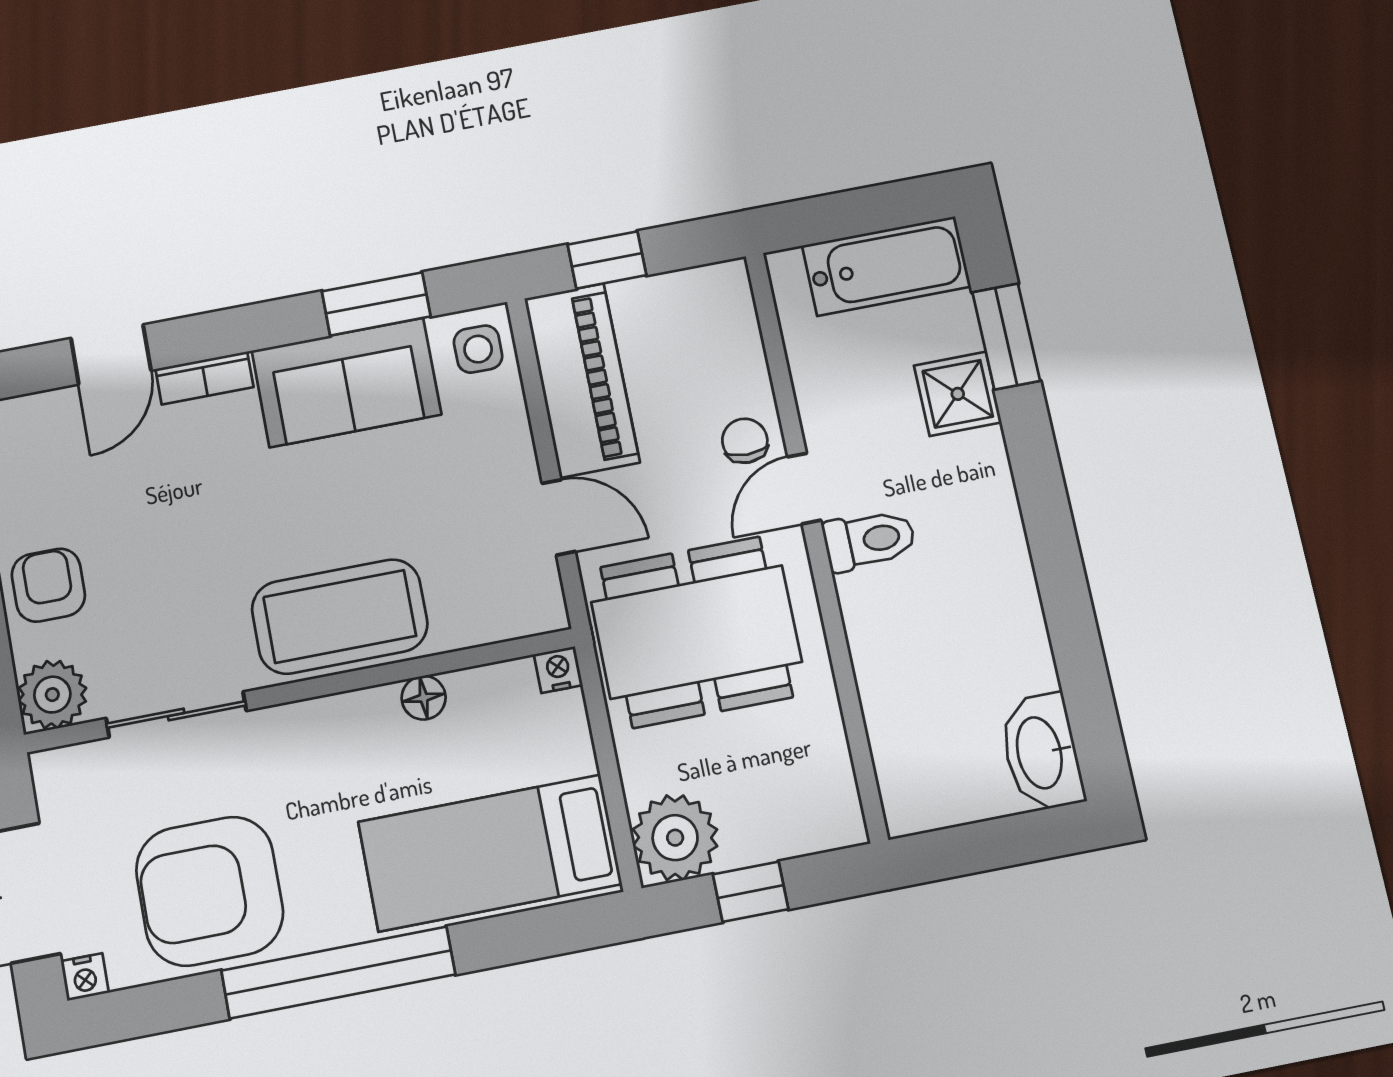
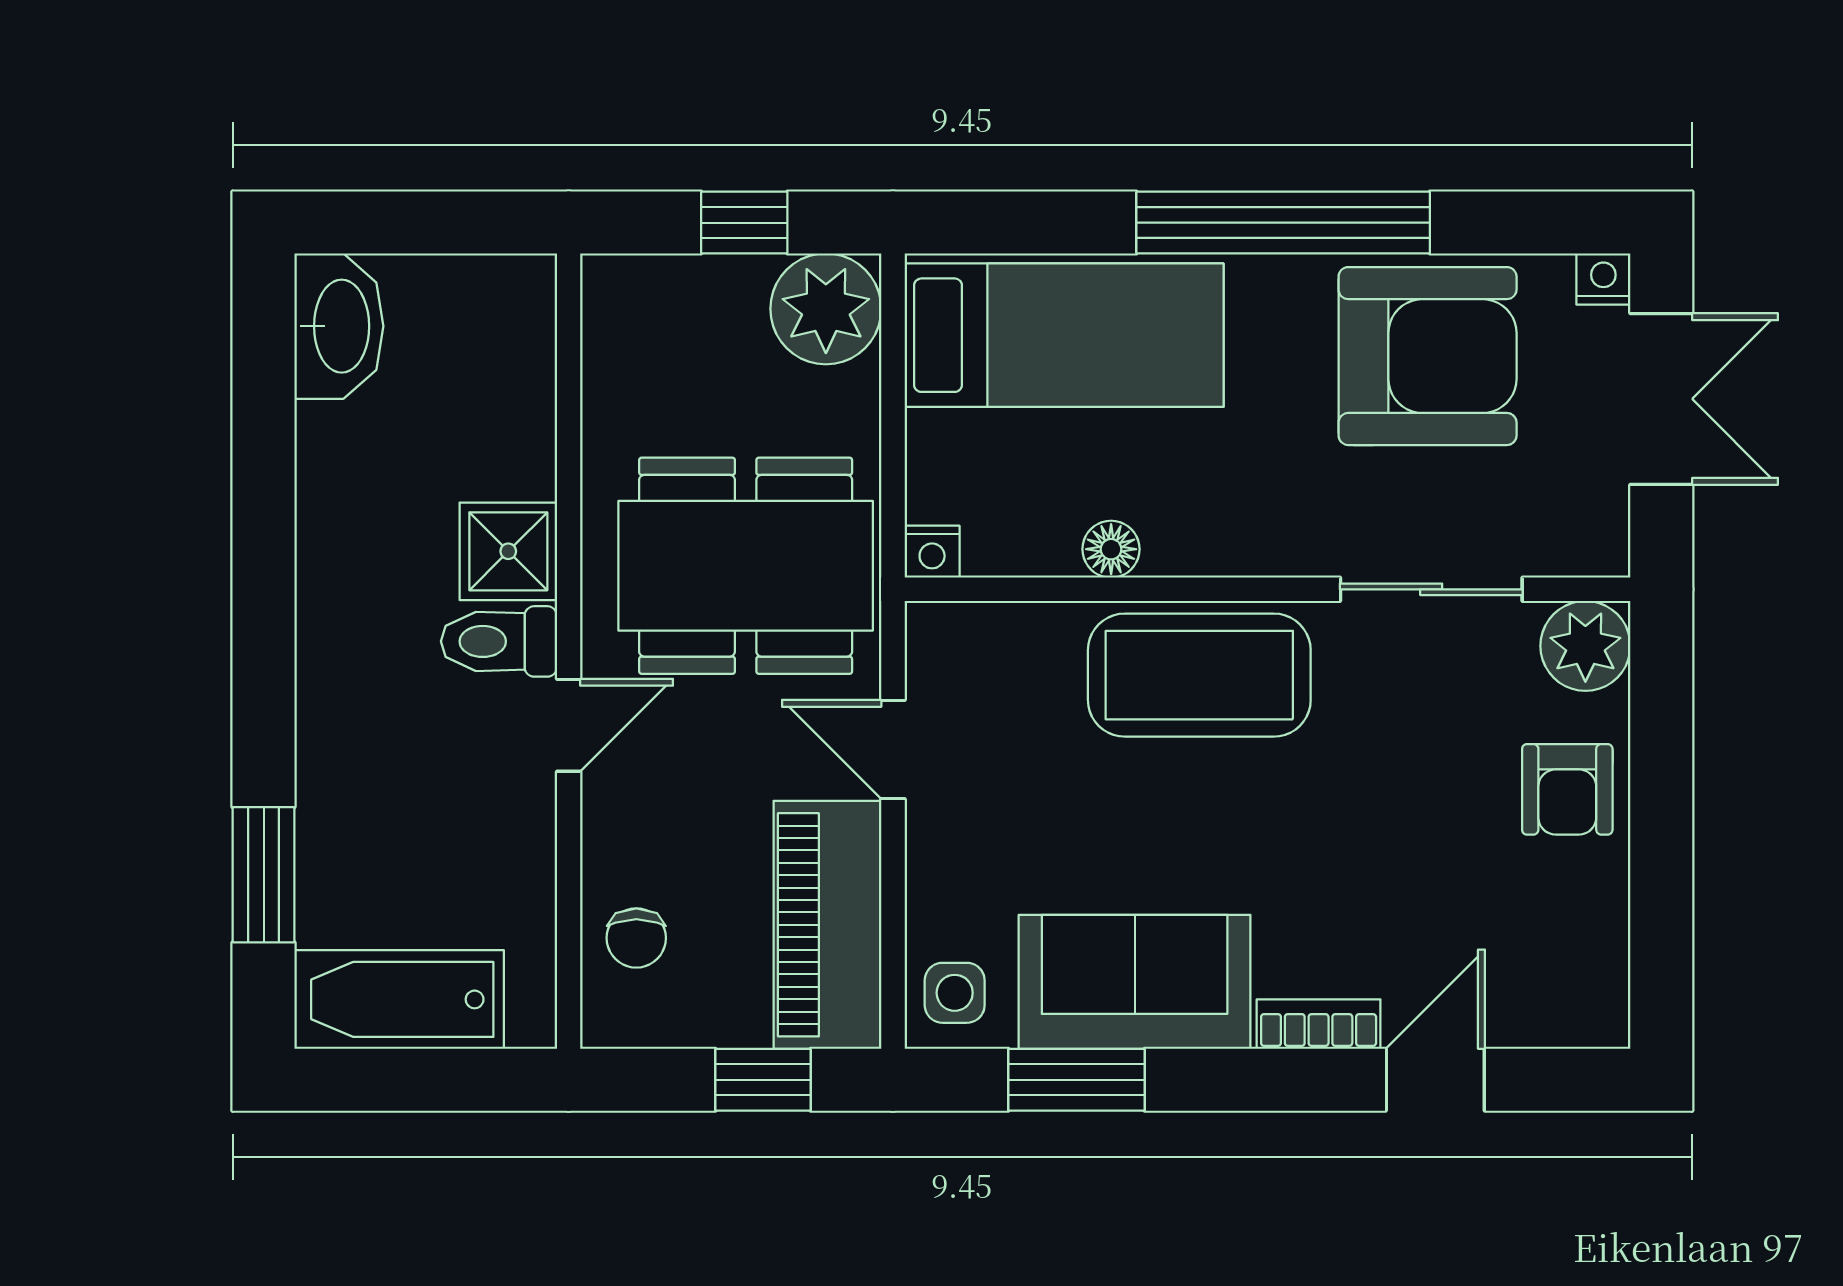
shower: (958, 394) -> (508, 551), moved
chair: (745, 441) -> (636, 938), moved

